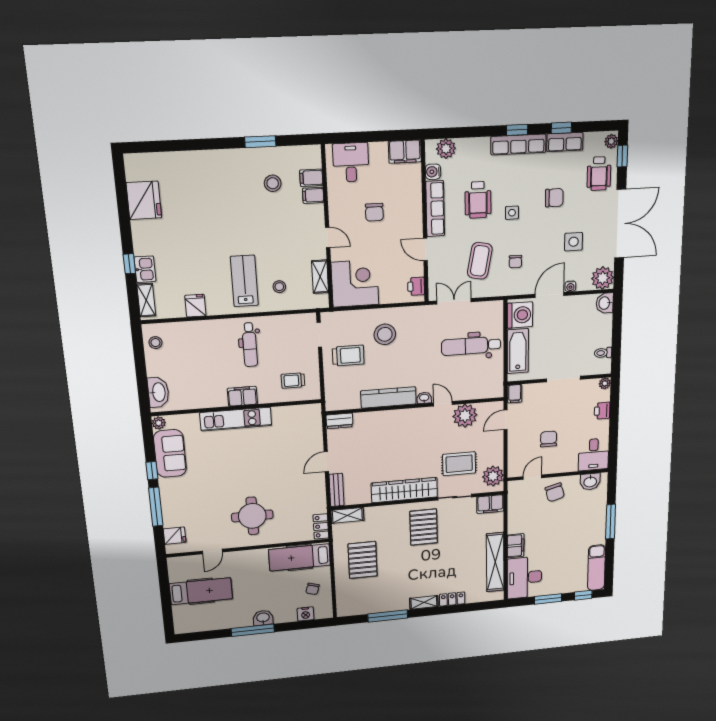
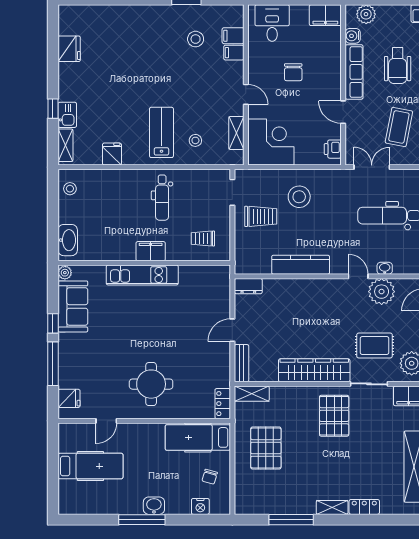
fridge: (144, 200) -> (69, 49), width x0.73, depth x0.75
washbasin: (424, 398) -> (385, 268), moved

